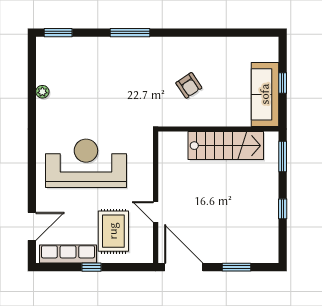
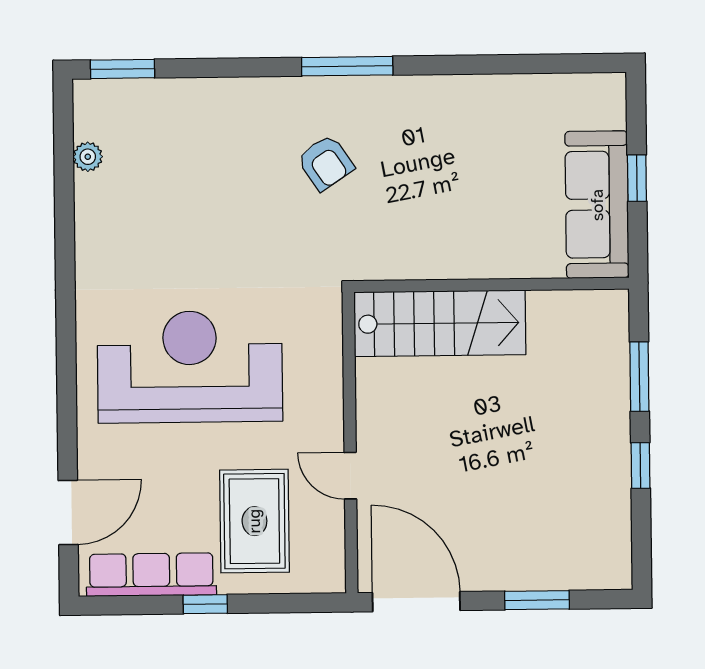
window: (130, 33) -> (347, 66), moved
armchair: (189, 85) -> (326, 163), moved
plant: (42, 92) -> (88, 157), moved
stairs: (226, 146) -> (440, 323), moved
window: (283, 157) -> (639, 377), moved

